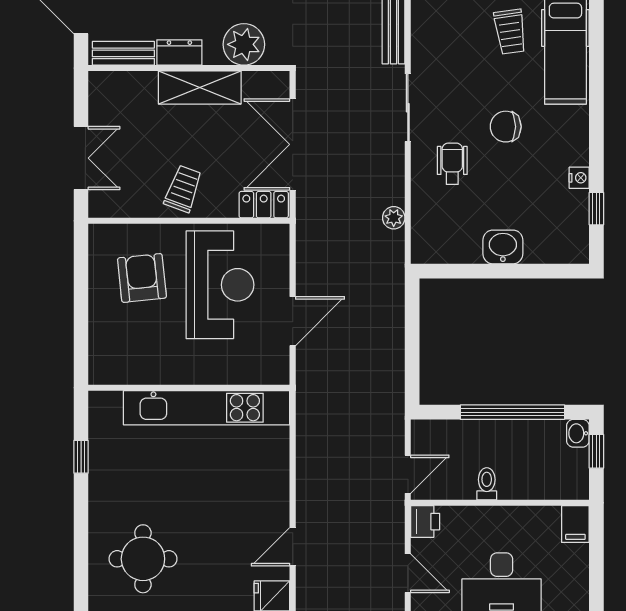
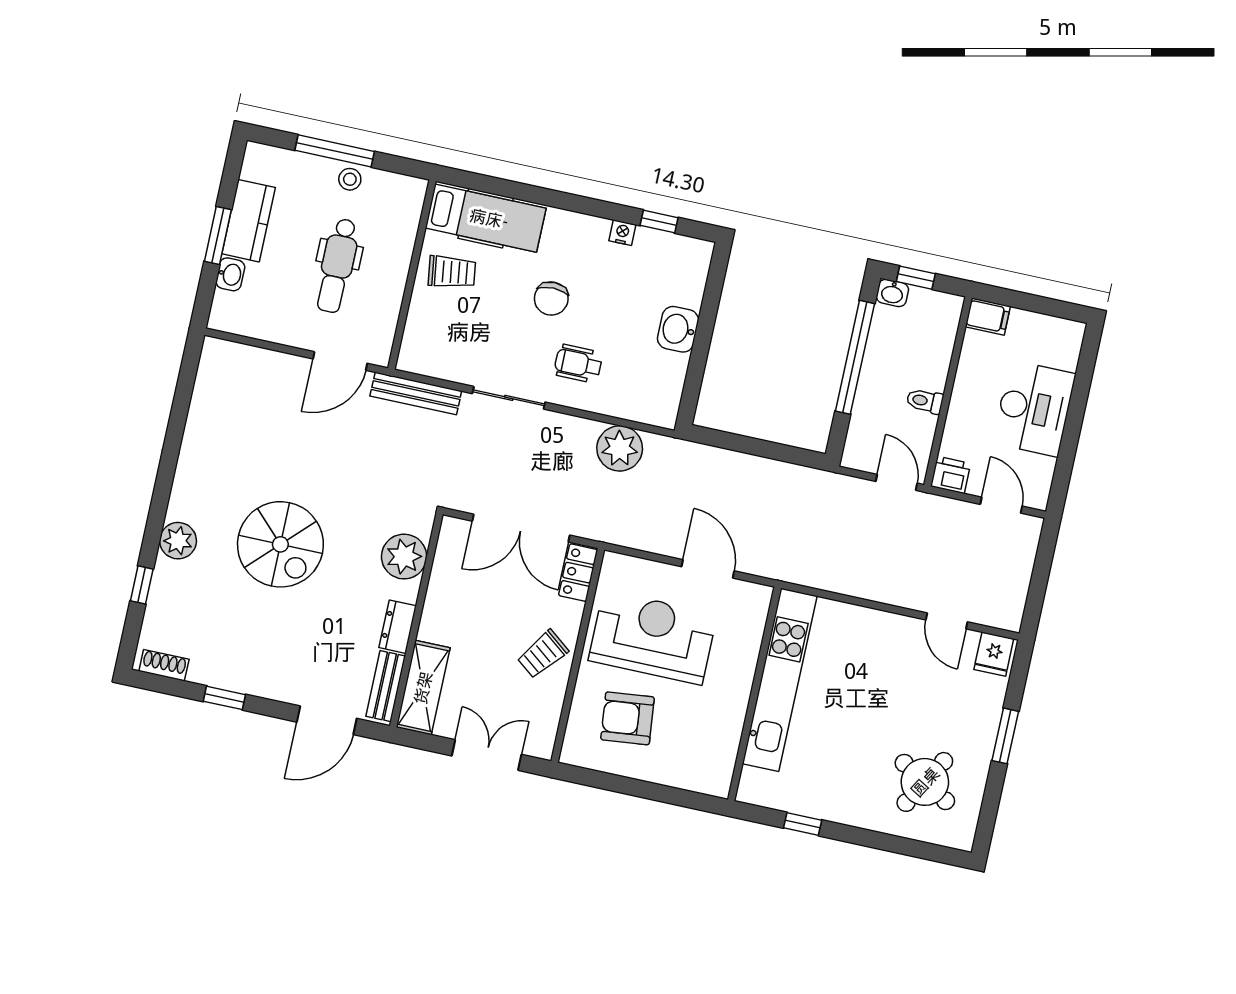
shelving: (200, 88) -> (423, 688), moved
trolley: (183, 189) -> (543, 654), turned -72
plant: (394, 218) -> (620, 448), width x1.88, depth x1.88
round table: (143, 559) -> (925, 782), turned 30
door: (408, 573) -> (1001, 505), hinge flipped

